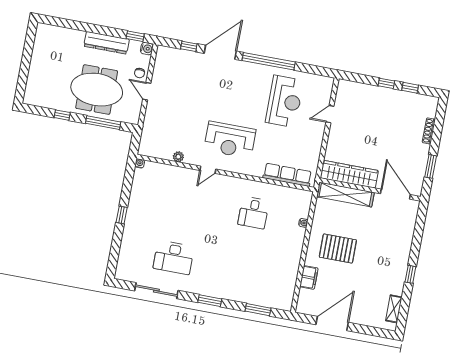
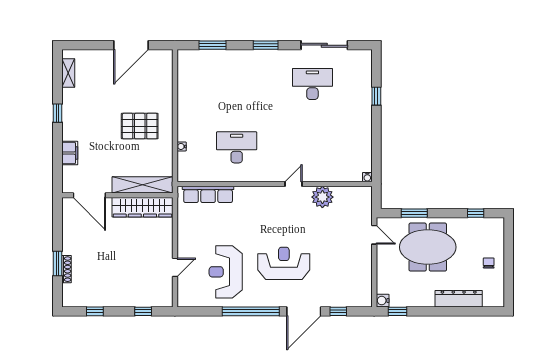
dresser: (107, 43) -> (459, 299), moved
chair: (140, 73) -> (489, 263), moved
window: (386, 83) -> (143, 311), moved
door: (147, 91) -> (374, 235), moved
window: (62, 115) -> (476, 213), moved
window: (103, 123) -> (414, 213), width x0.69
reception desk: (230, 140) -> (284, 263), moved
plant: (178, 157) -> (322, 197), width x1.87, depth x1.87
window: (431, 166) -> (58, 264), moved
desk: (253, 213) -> (237, 147), width x1.37
window: (122, 215) -> (376, 96), moved
filing cabinet: (309, 277) -> (70, 153), moved, turned 180

